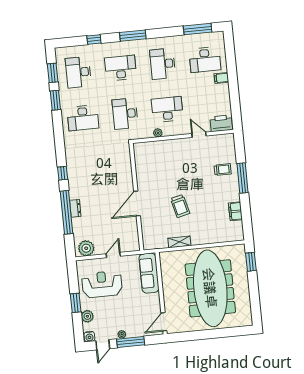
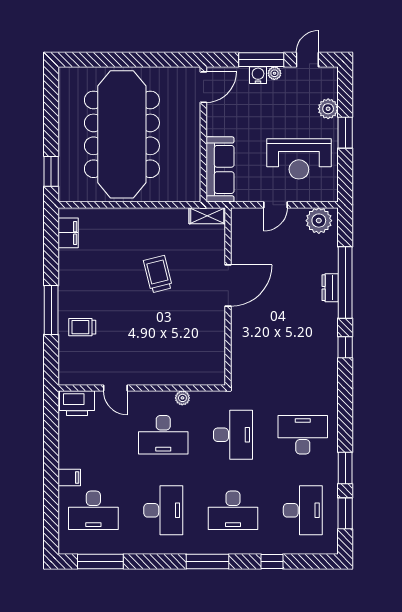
desk: (205, 60) -> (93, 510), turned 180
filing cabinet: (235, 211) -> (68, 233), moved
shelving: (179, 242) -> (207, 216), moved
water cooler: (89, 337) -> (258, 75), moved

